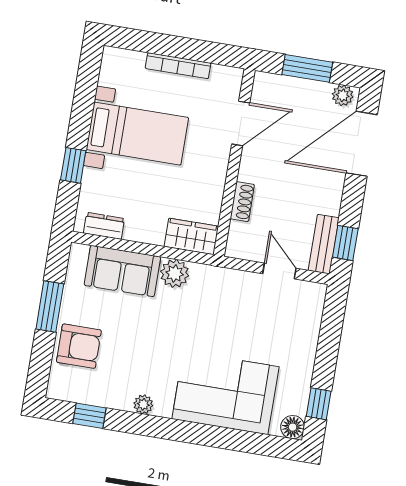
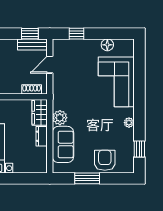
window: (73, 165) -> (13, 178), removed
shoe rack: (242, 202) -> (32, 89), moved
dresser: (104, 226) -> (42, 136), moved
window: (319, 404) -> (77, 34), moved
floor lamp: (293, 427) -> (107, 45), moved

